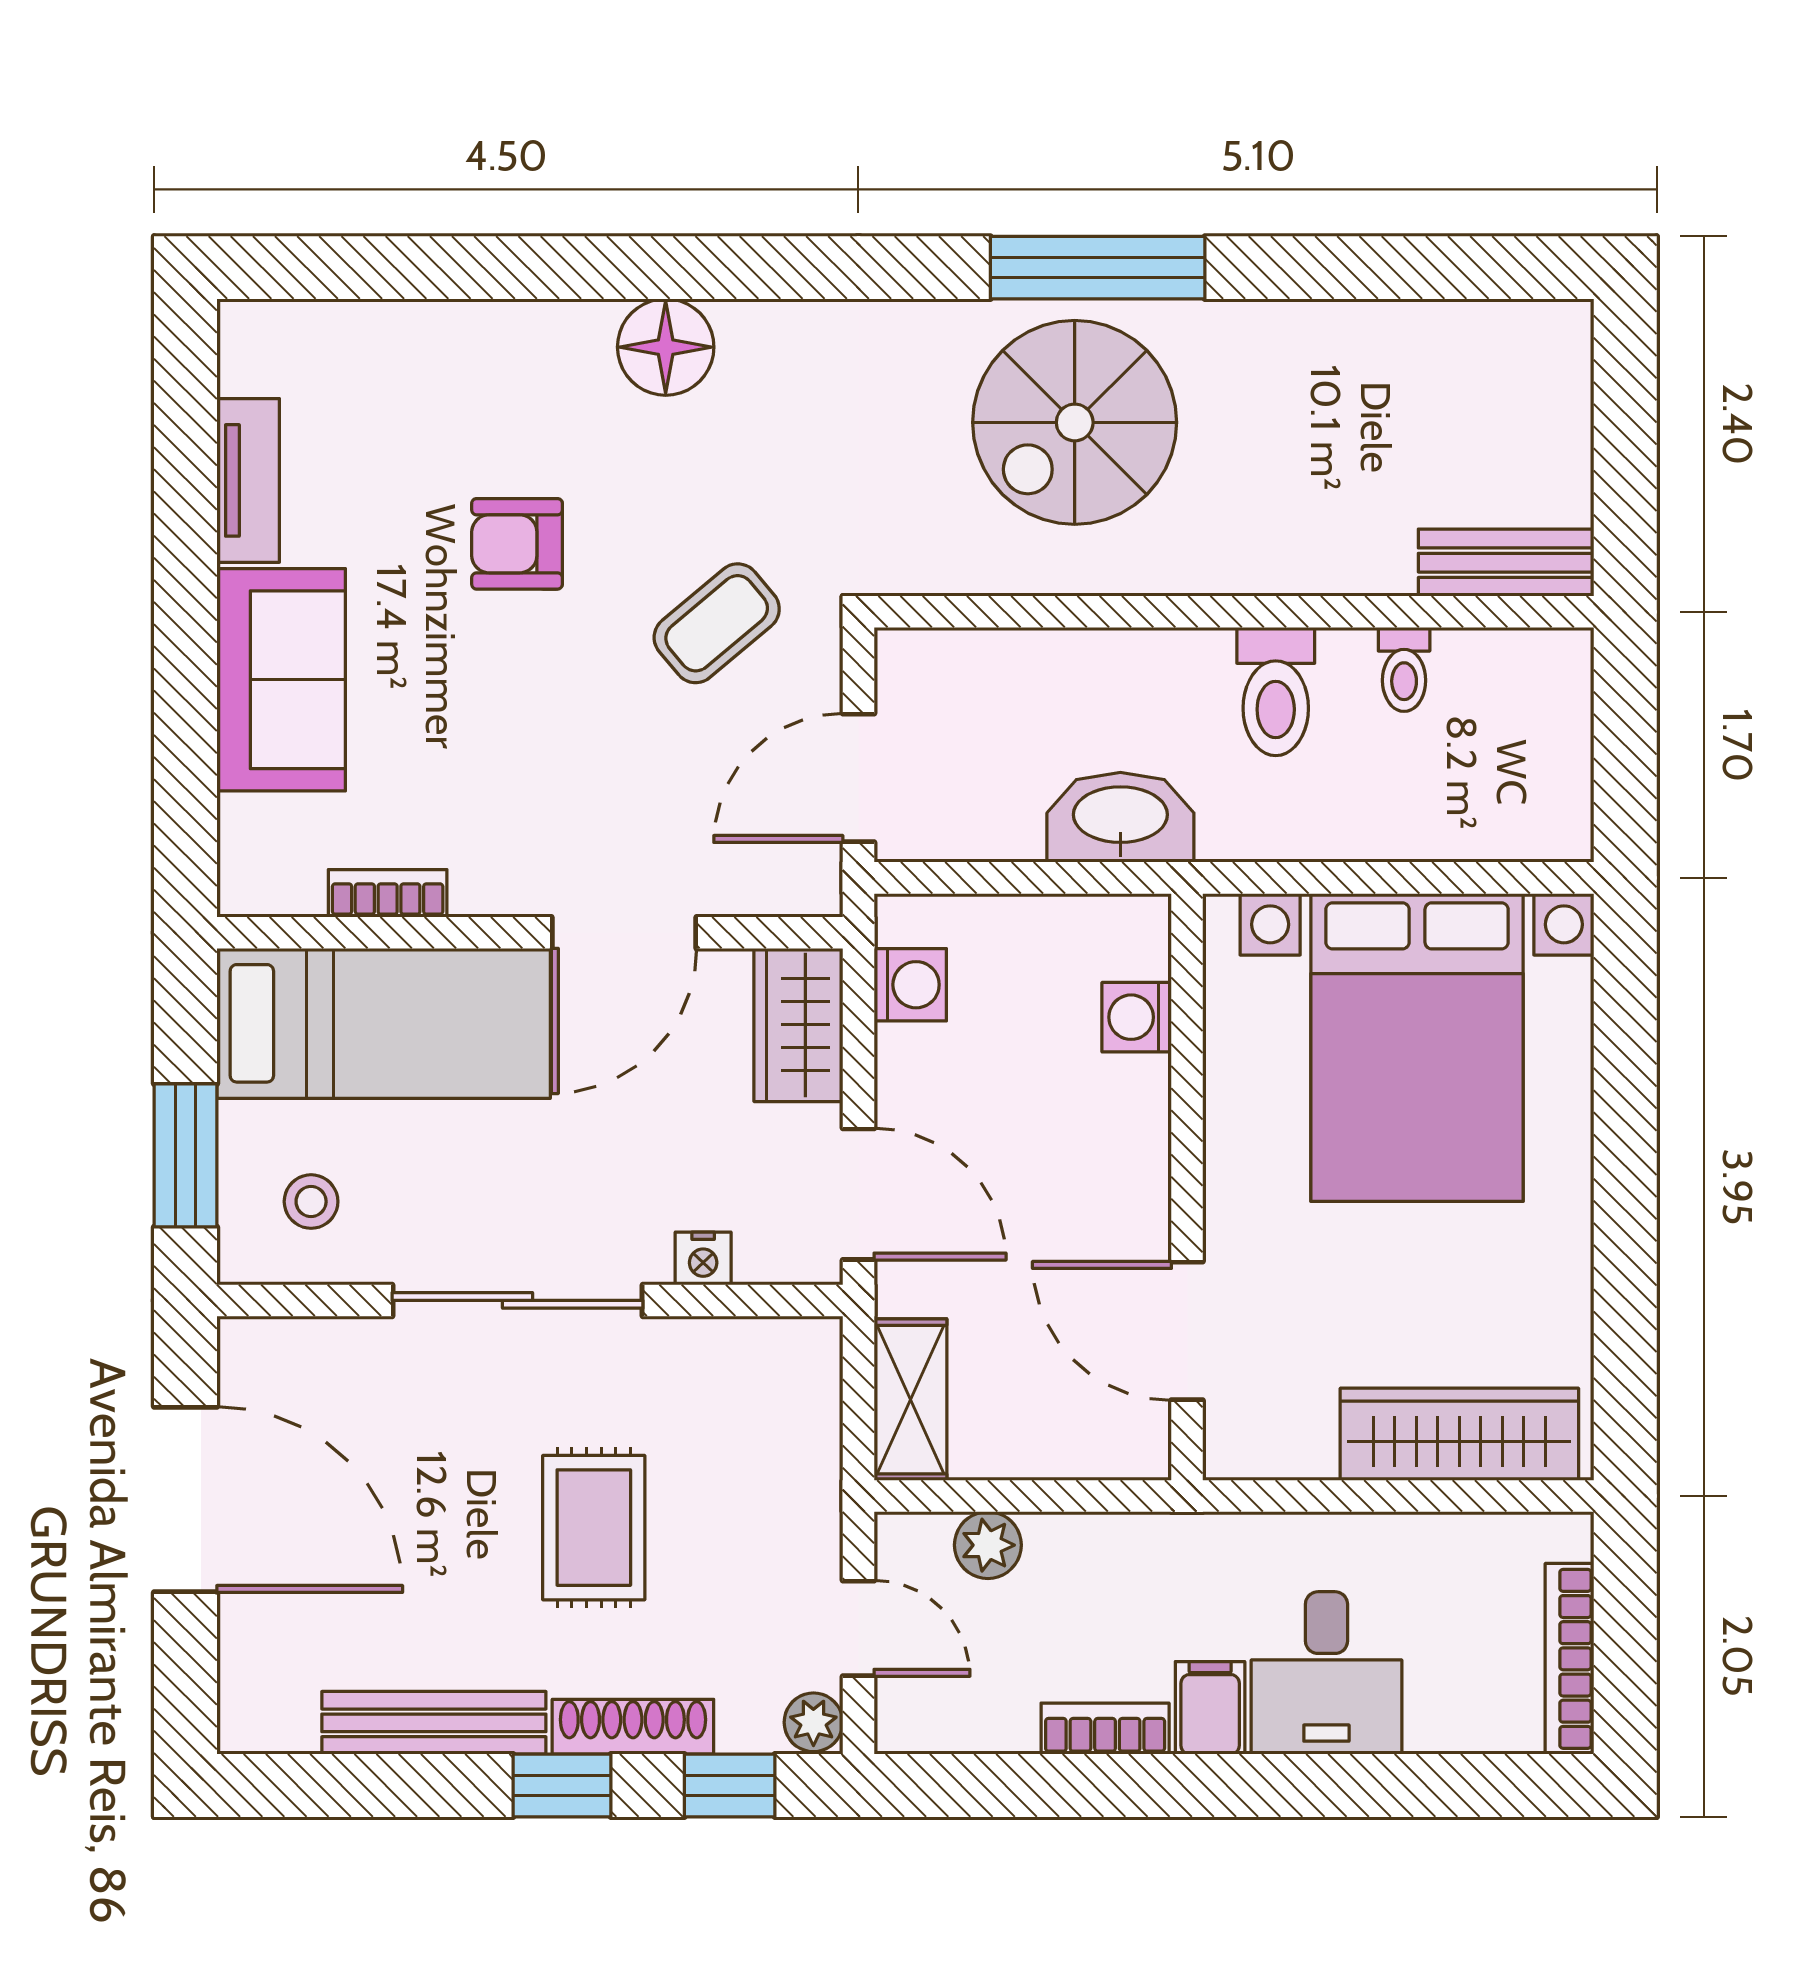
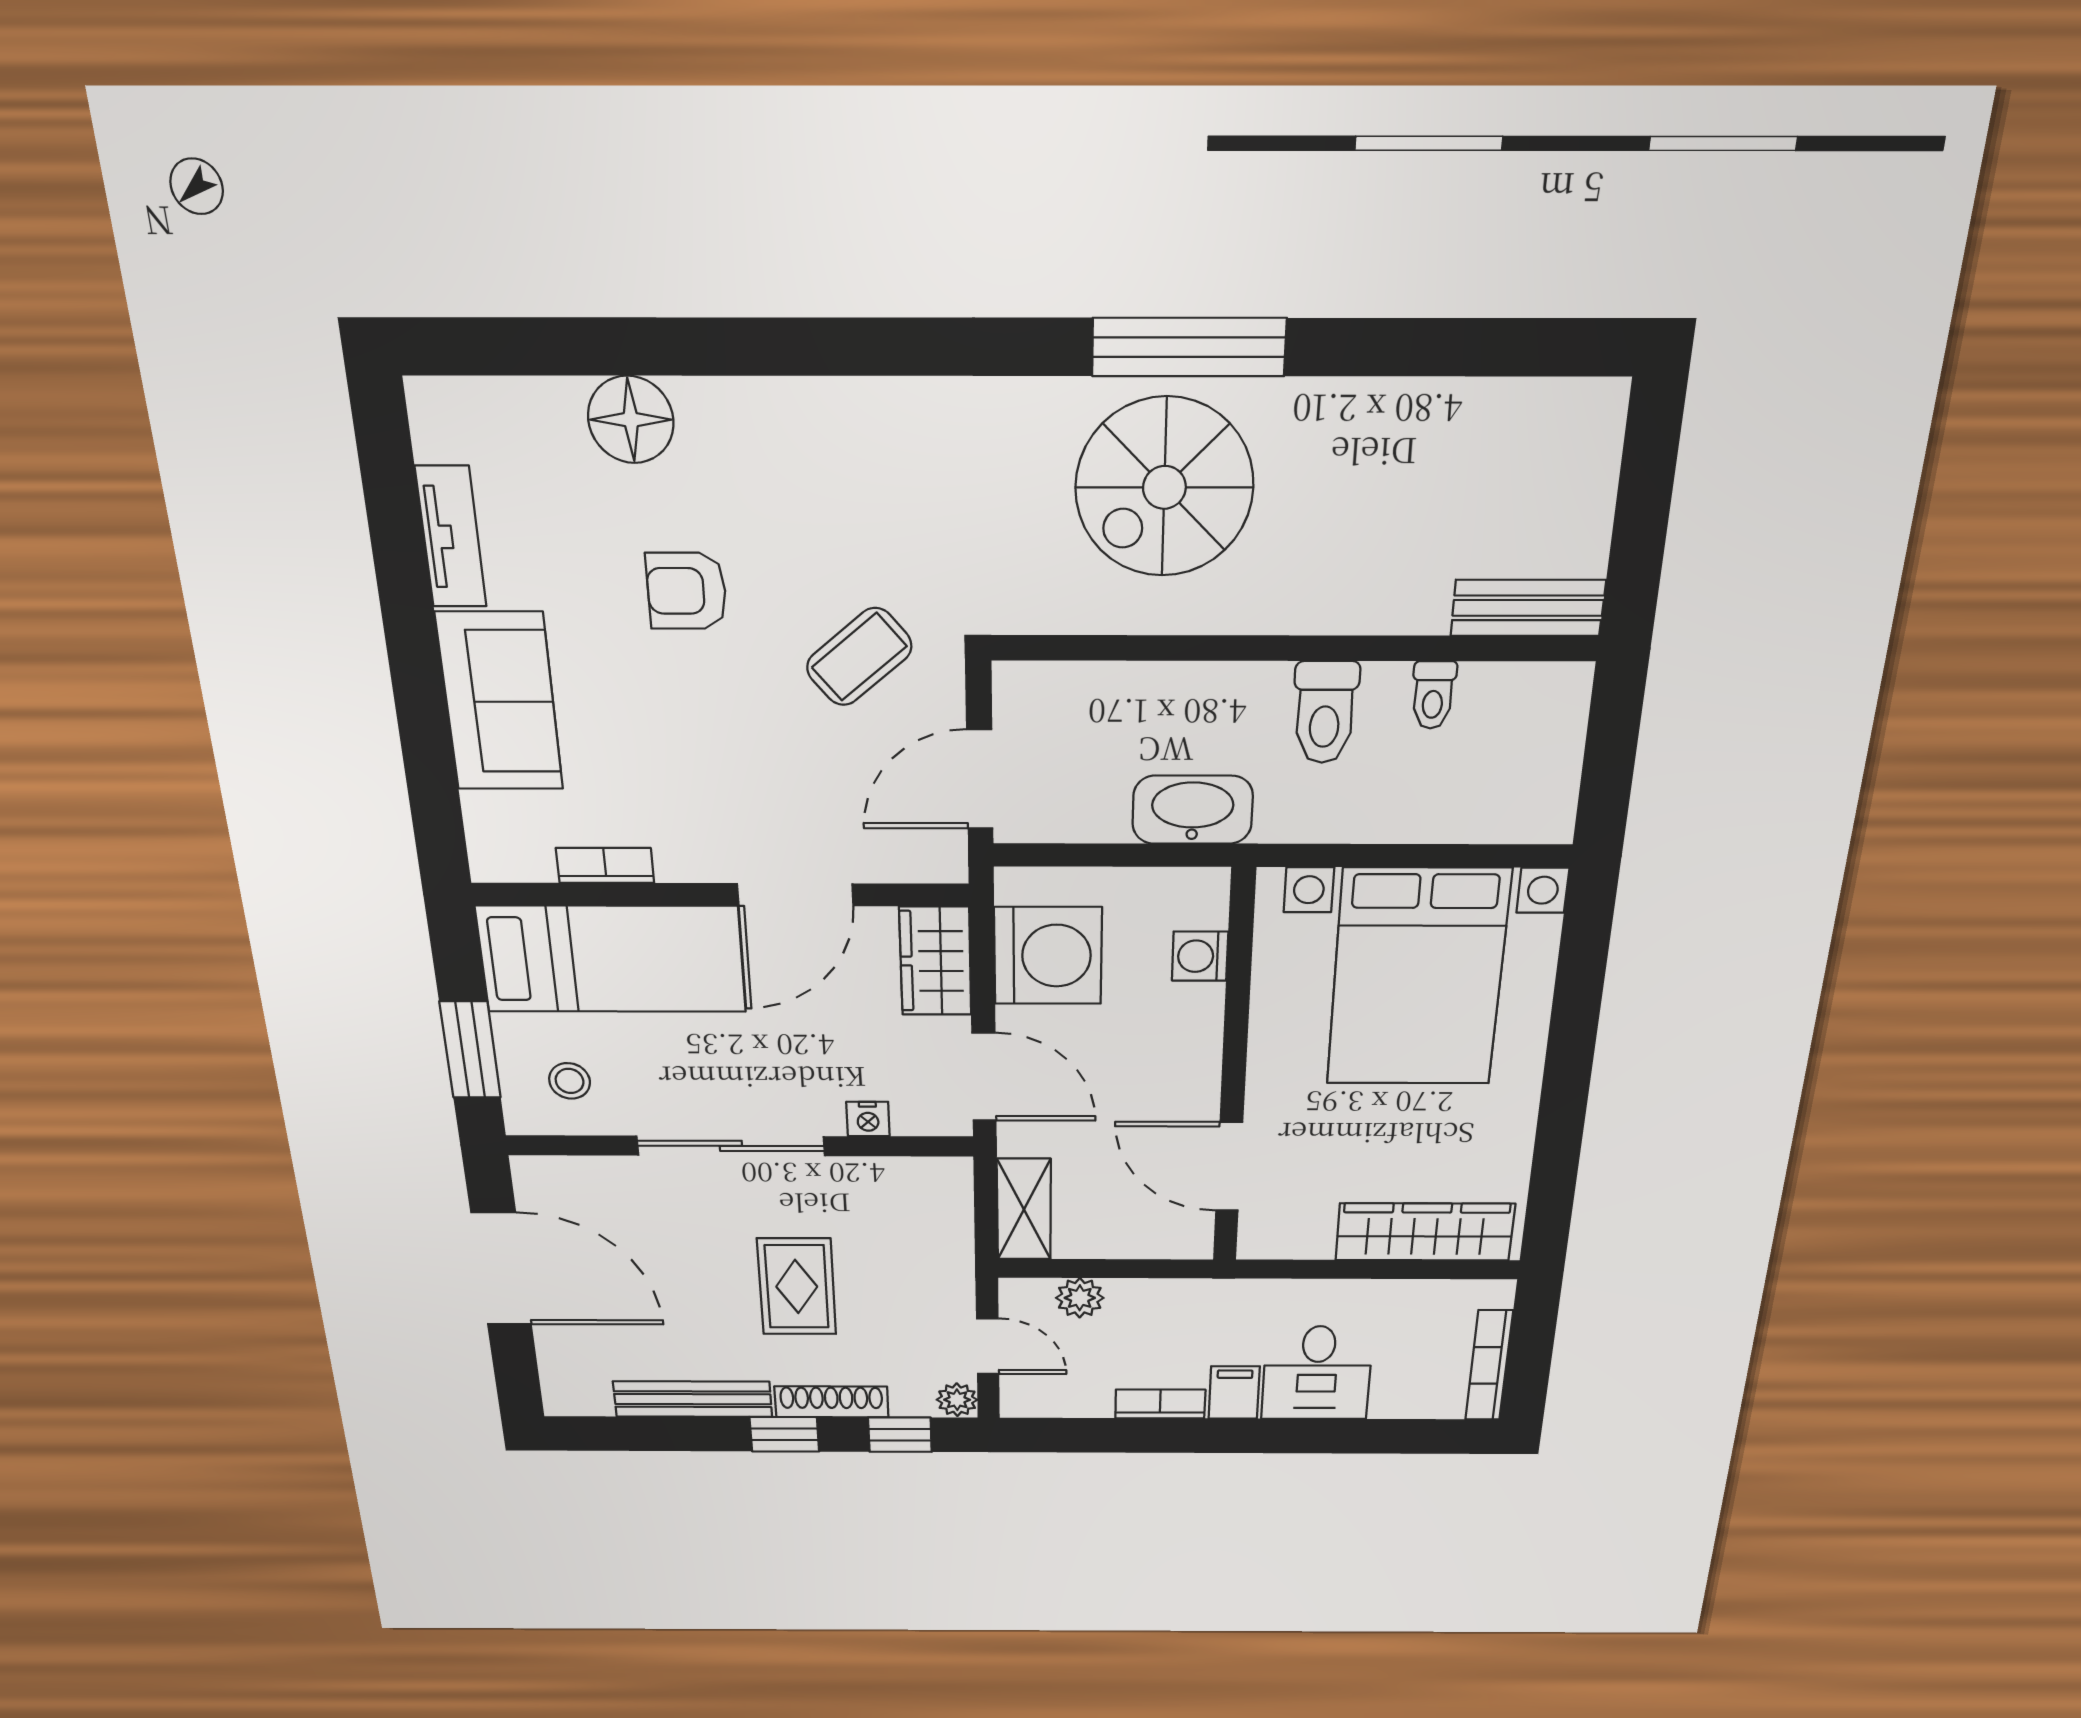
floor lamp: (666, 347) -> (631, 420), moved
washing machine: (910, 985) -> (1048, 956), width x1.89, depth x1.89

